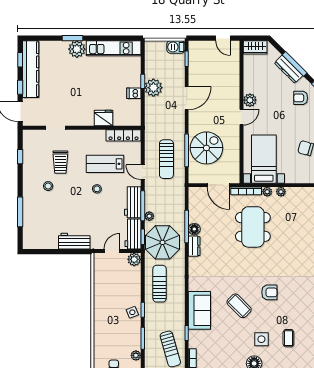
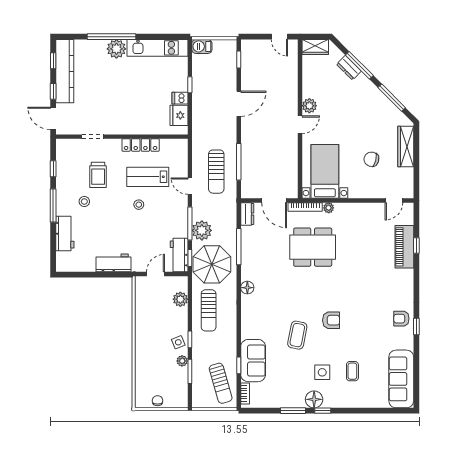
window: (72, 38) -> (111, 37), width x2.11
barbecue: (176, 47) -> (202, 46), moved
dresser: (288, 69) -> (349, 68), width x0.70
plant: (153, 88) -> (202, 92), removed
armchair: (301, 98) -> (366, 103), removed
fridge: (103, 118) -> (179, 115), moved, turned -90
locker: (124, 135) -> (141, 145), moved
spiral stairs: (206, 148) -> (261, 159), removed
plant: (281, 192) -> (344, 208), removed
workbench: (133, 202) -> (65, 234), moved, turned 180
window: (20, 212) -> (53, 205), moved
plant: (149, 216) -> (202, 230), width x1.88, depth x1.88
dining table: (253, 227) -> (313, 247), turned 90
floor lamp: (194, 229) -> (247, 288), moved
dresser: (194, 246) -> (247, 214), moved
plant: (134, 259) -> (180, 299), moved
sun lounger: (160, 284) -> (209, 310), turned 180
coffee table: (239, 306) -> (297, 335), turned 56
sofa: (199, 310) -> (253, 361), moved
plant: (136, 355) -> (182, 361), moved

